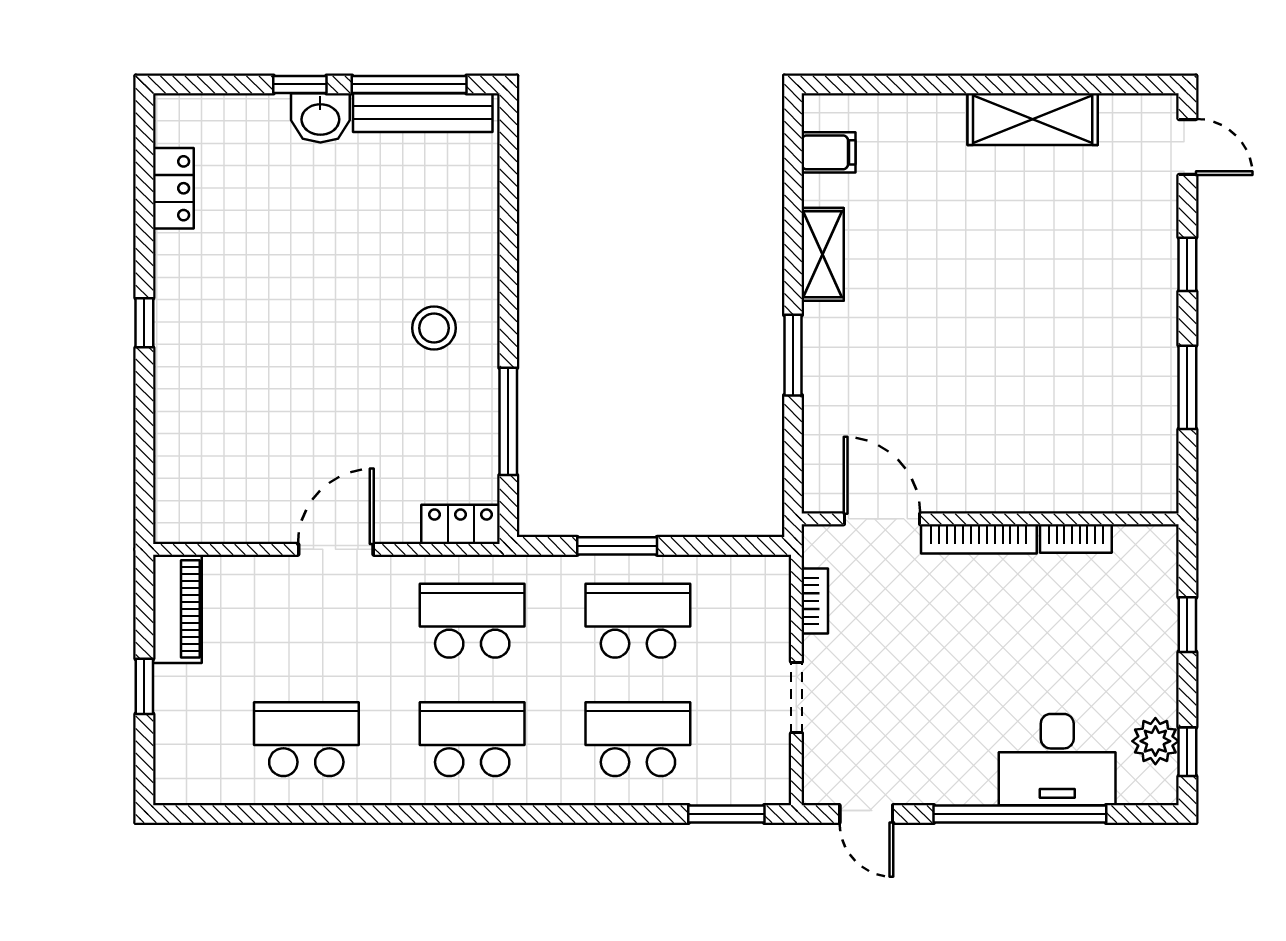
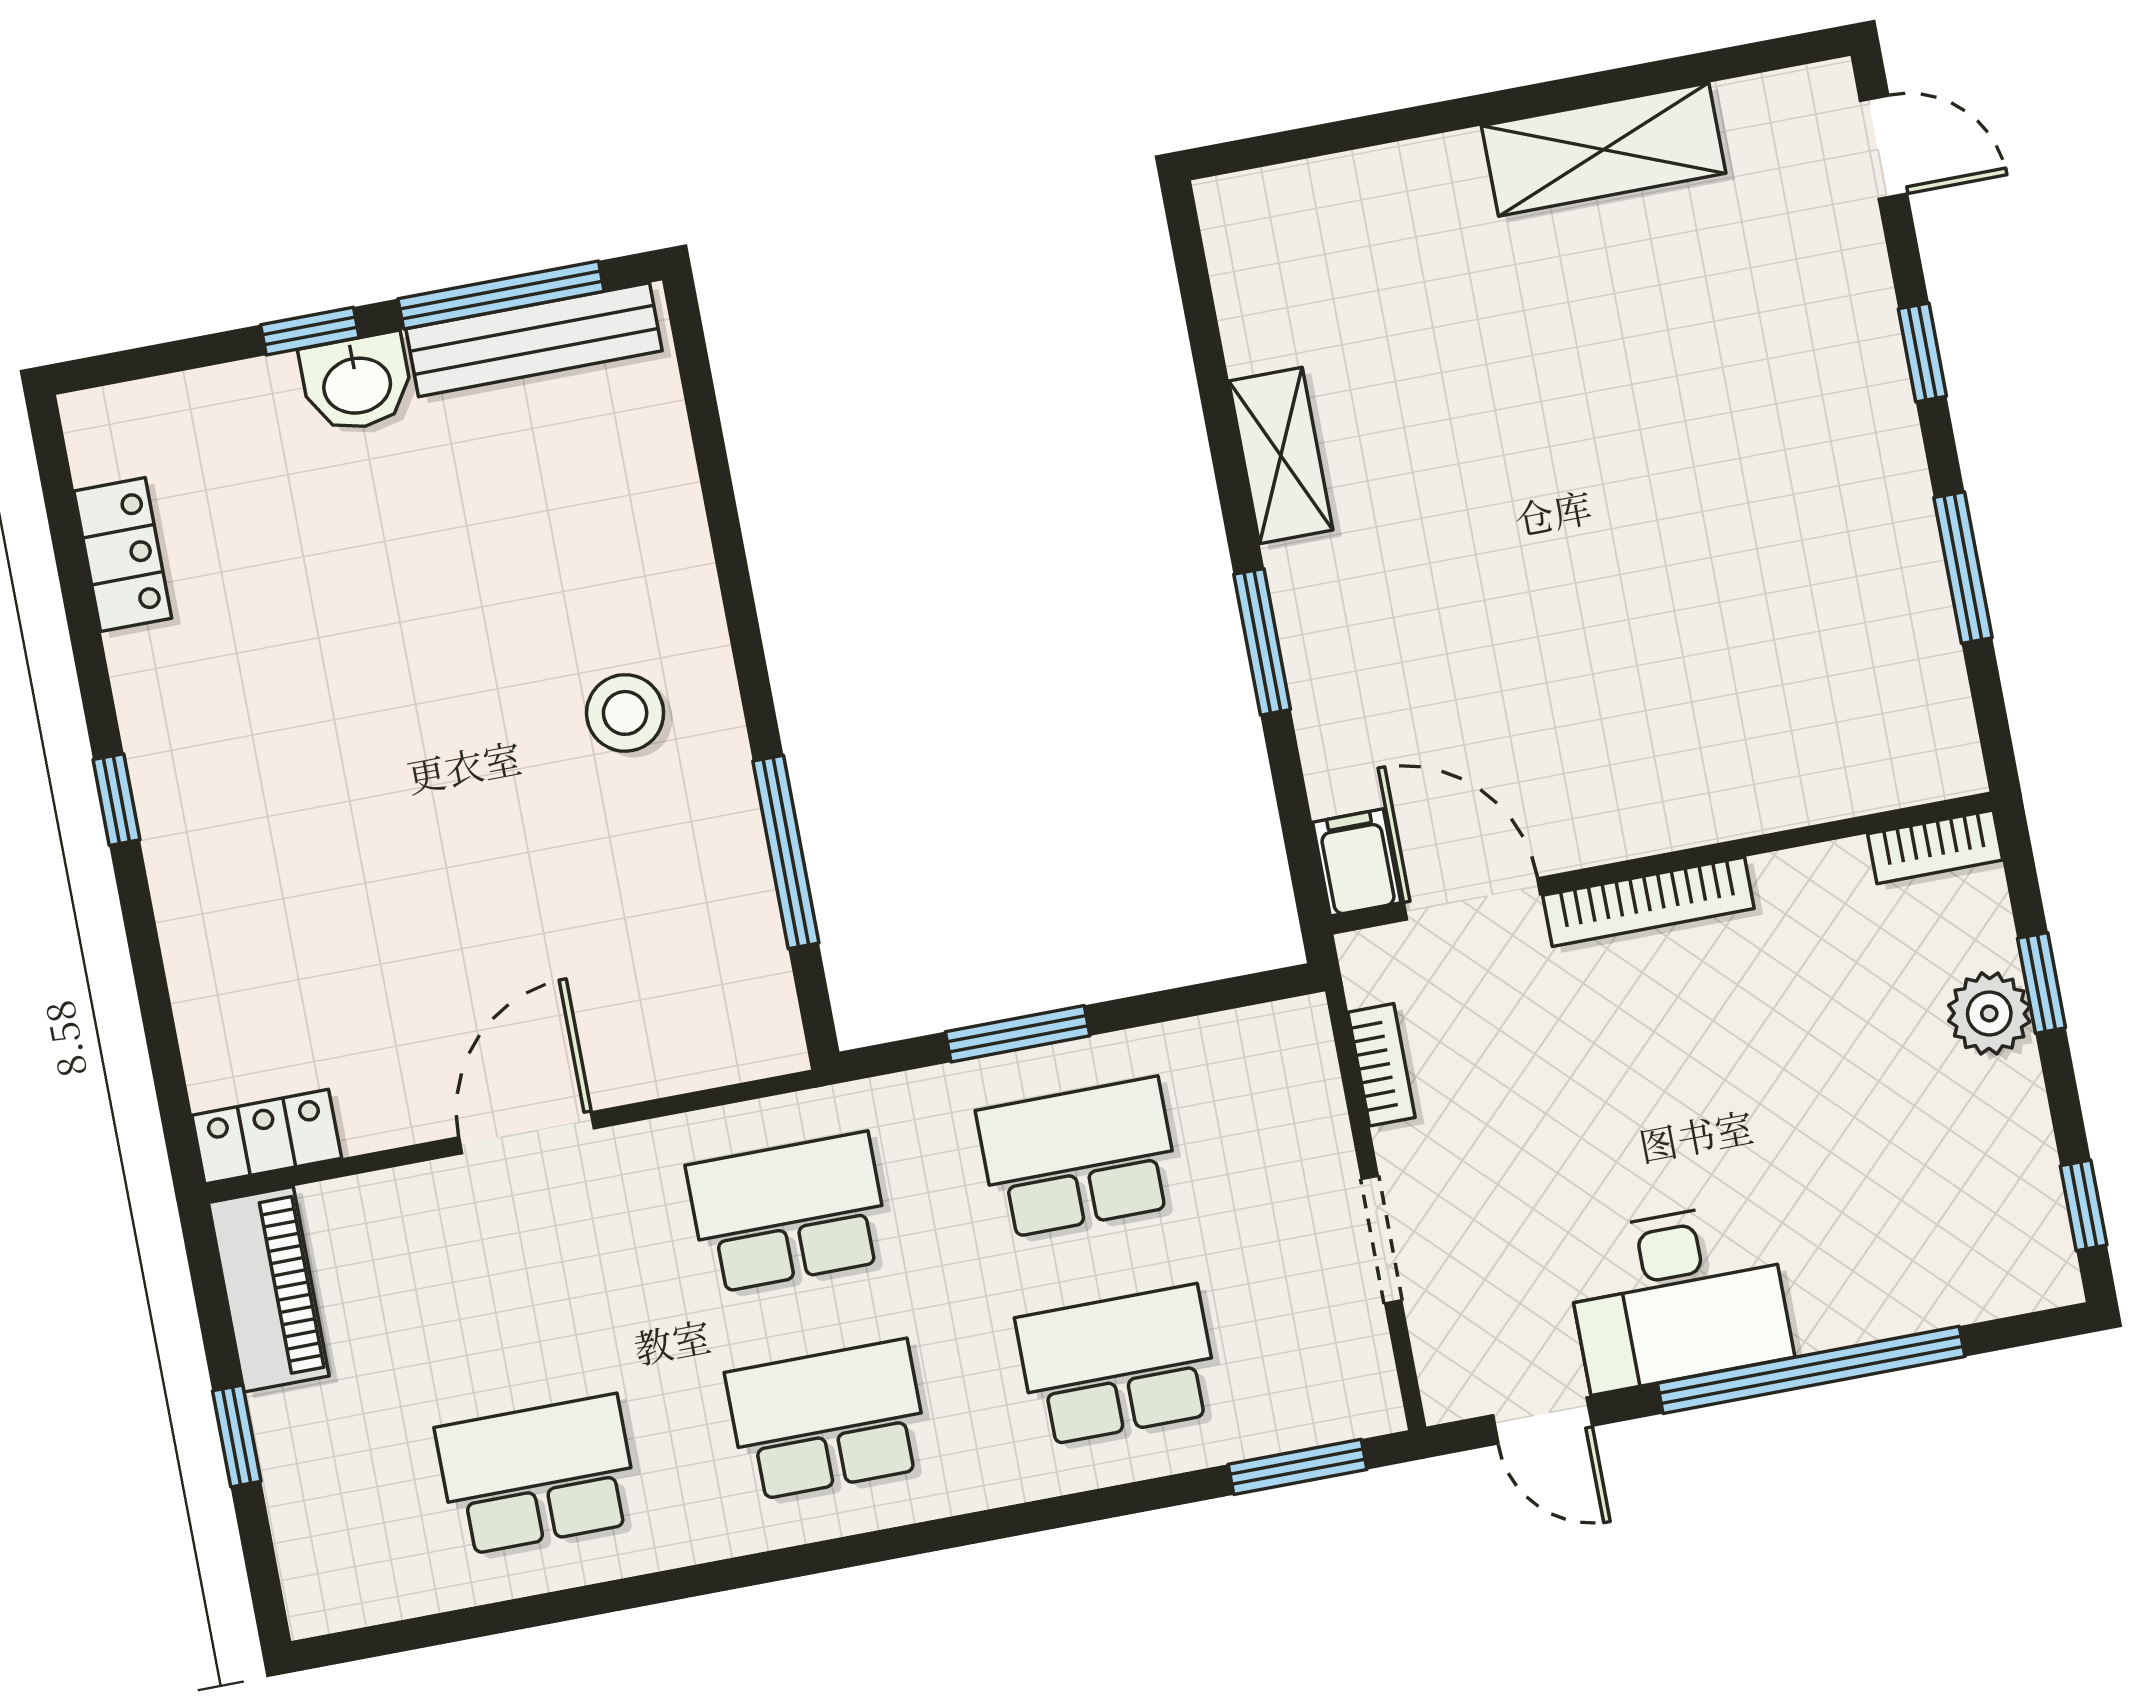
filing cabinet: (829, 152) -> (1357, 862), moved, turned -90
locker: (461, 524) -> (267, 1137), moved
bookcase: (1076, 538) -> (1935, 847), moved
plant: (1155, 741) -> (1989, 1013), moved
desk: (1057, 760) -> (1678, 1296), moved

